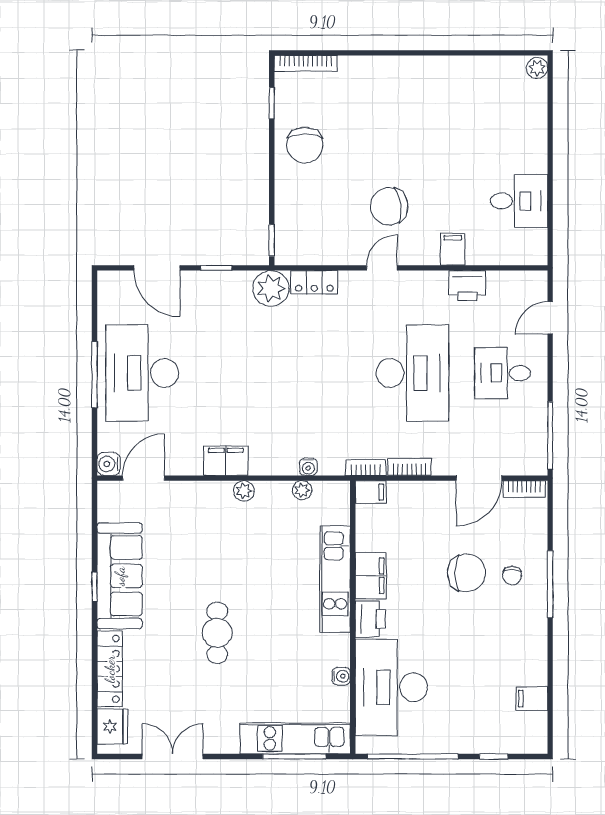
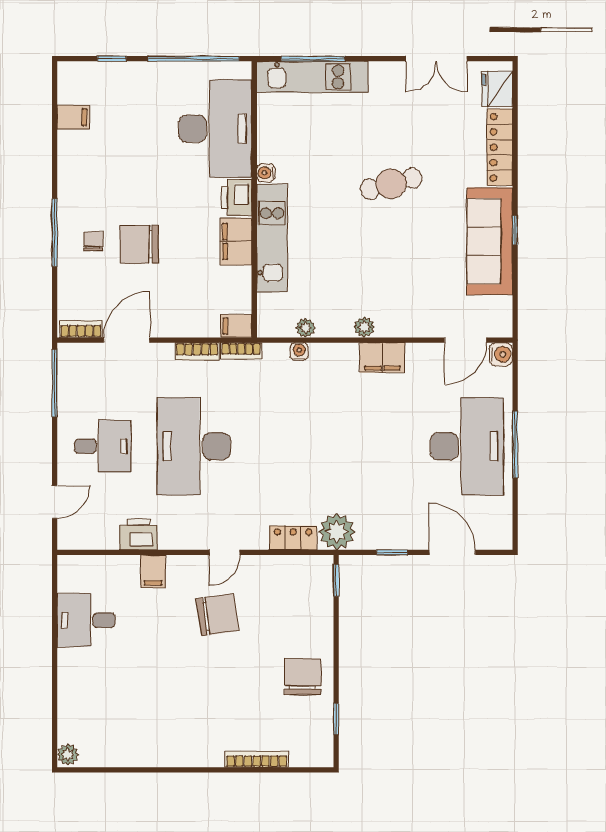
bookcase: (306, 63) -> (257, 759), moved
cafe table: (217, 633) -> (391, 184), turned 75
water cooler: (341, 676) -> (266, 173), moved

